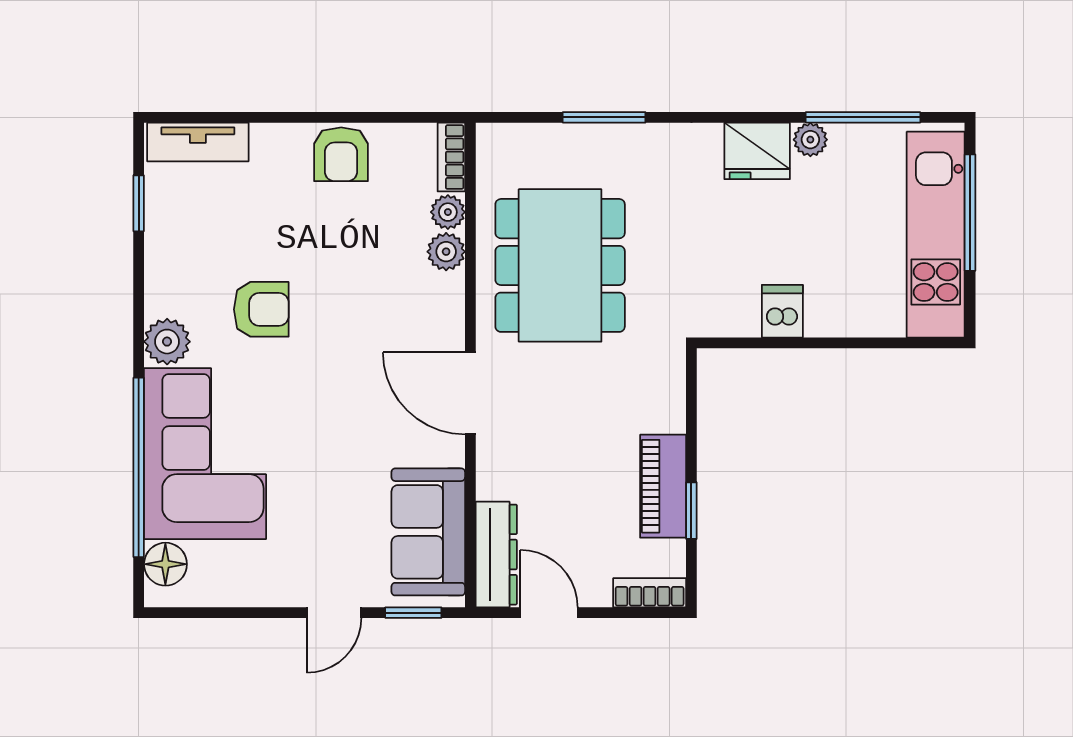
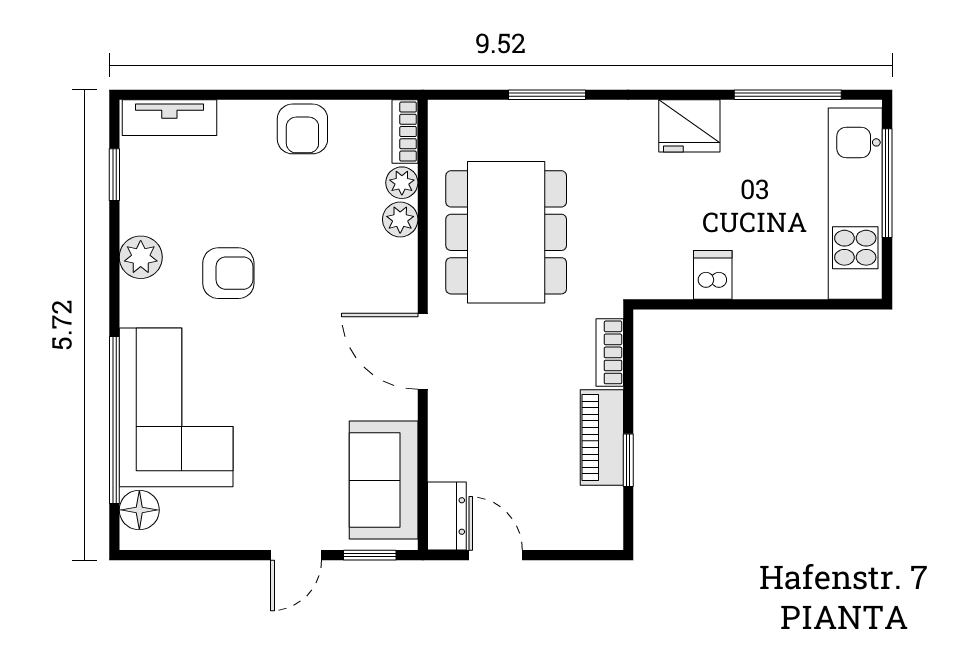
plant: (810, 140) -> (739, 115), removed
plant: (167, 342) -> (141, 257), moved
dresser: (496, 555) -> (447, 516), width x0.70
bookcase: (650, 593) -> (610, 352), moved, turned -90

